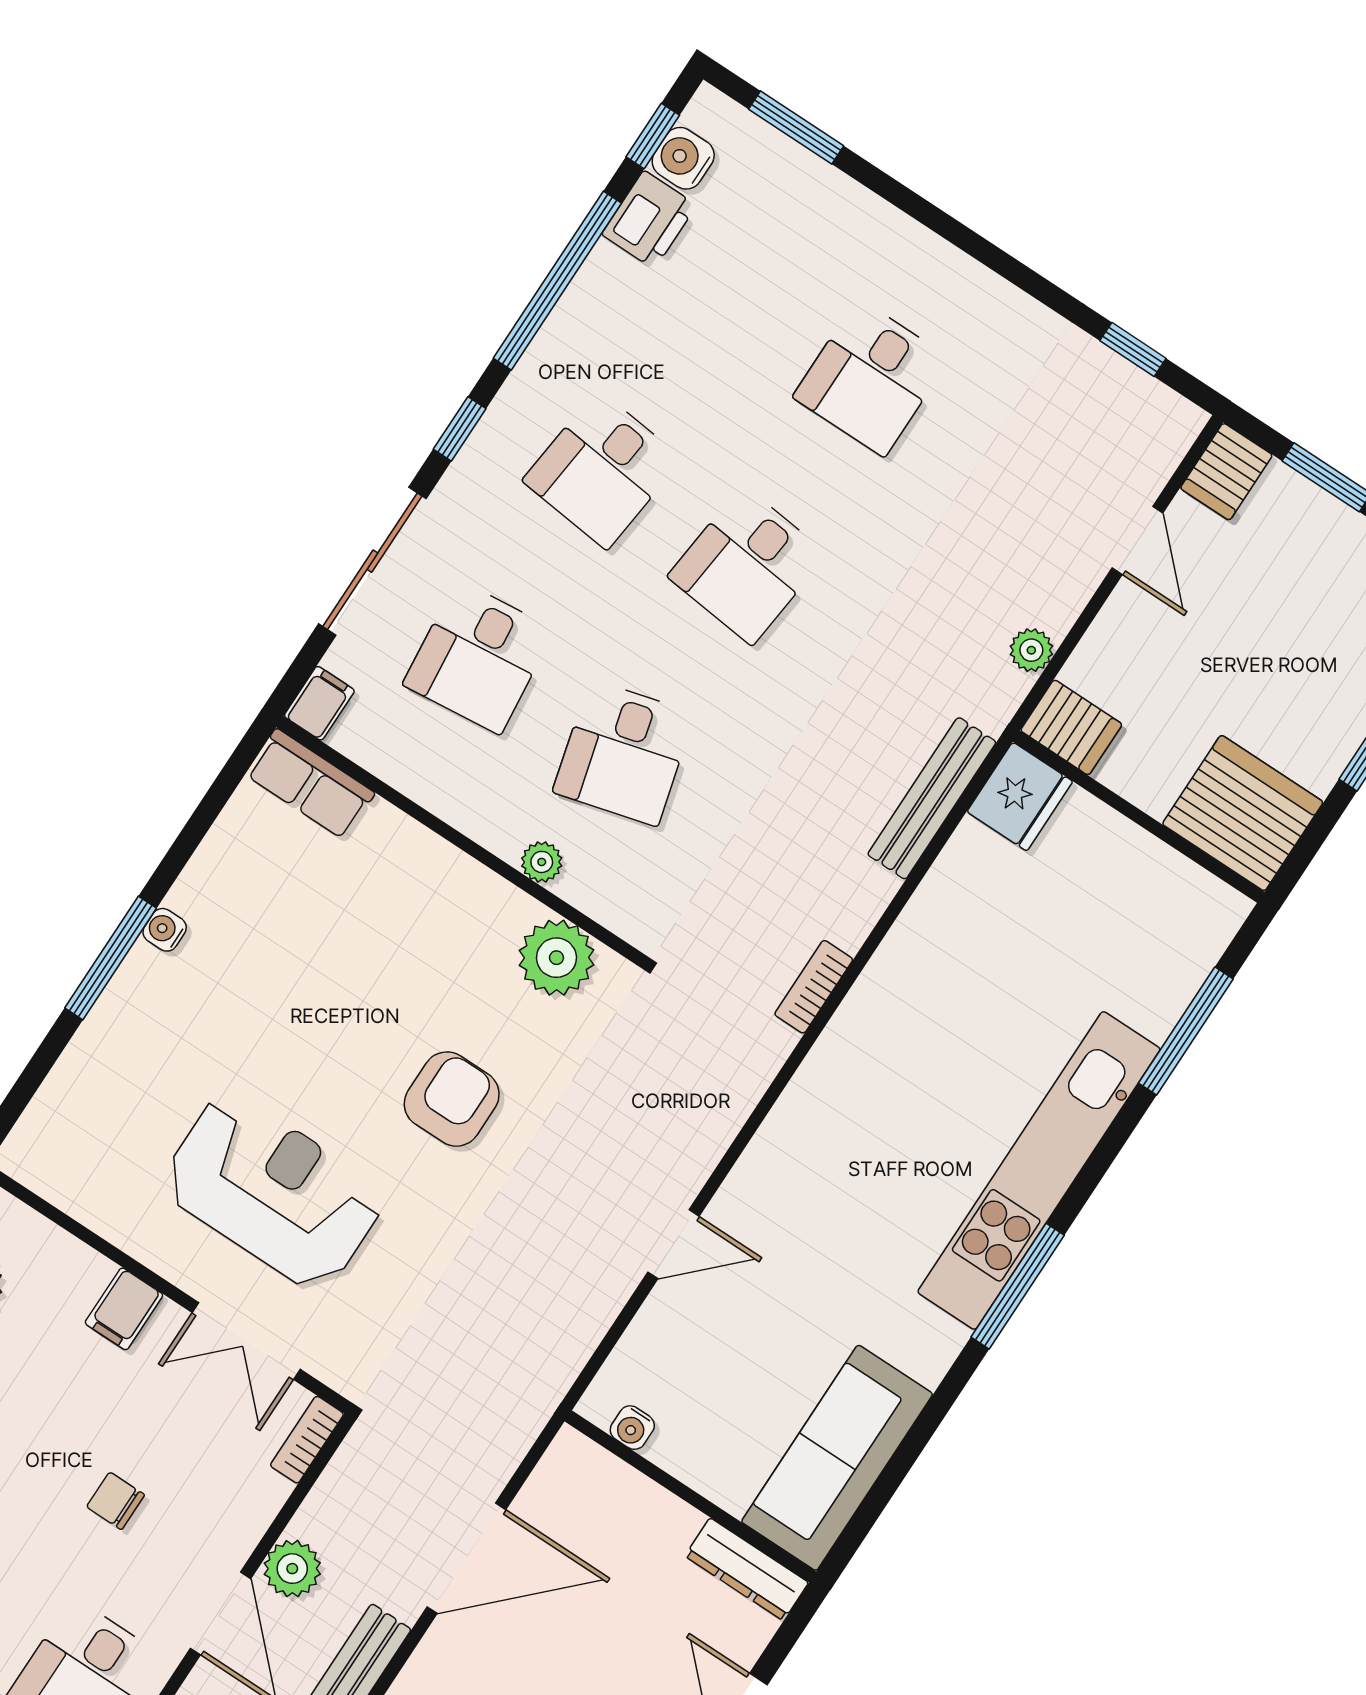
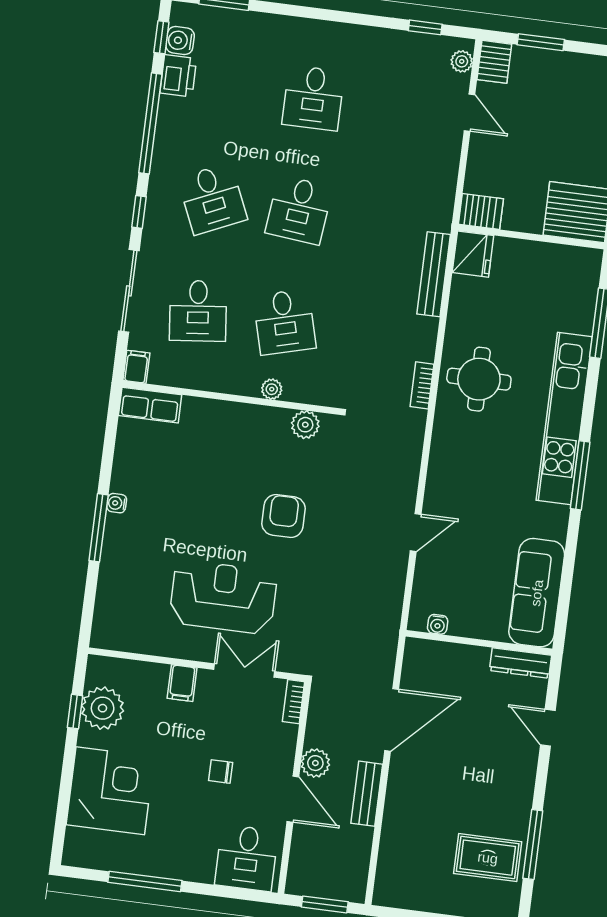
desk: (602, 470) -> (212, 199), turned -30
plant: (1031, 650) -> (462, 61), moved
plant: (556, 958) -> (305, 425), width x0.73, depth x0.73
round table: (921, 1025) -> (479, 379), added
double door: (246, 1341) -> (244, 671), swing flipped

